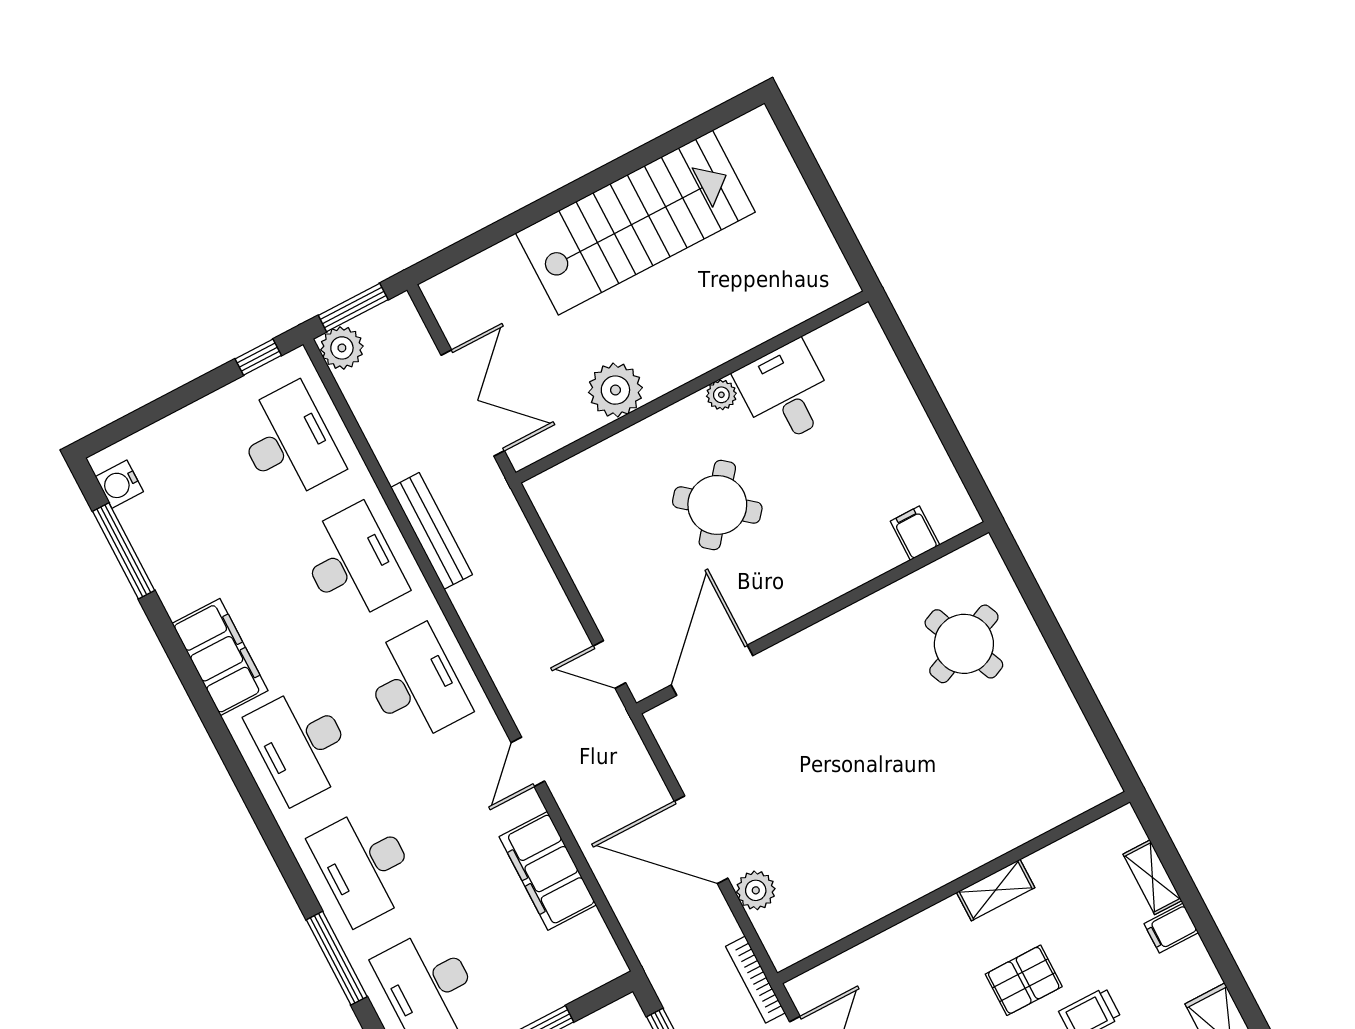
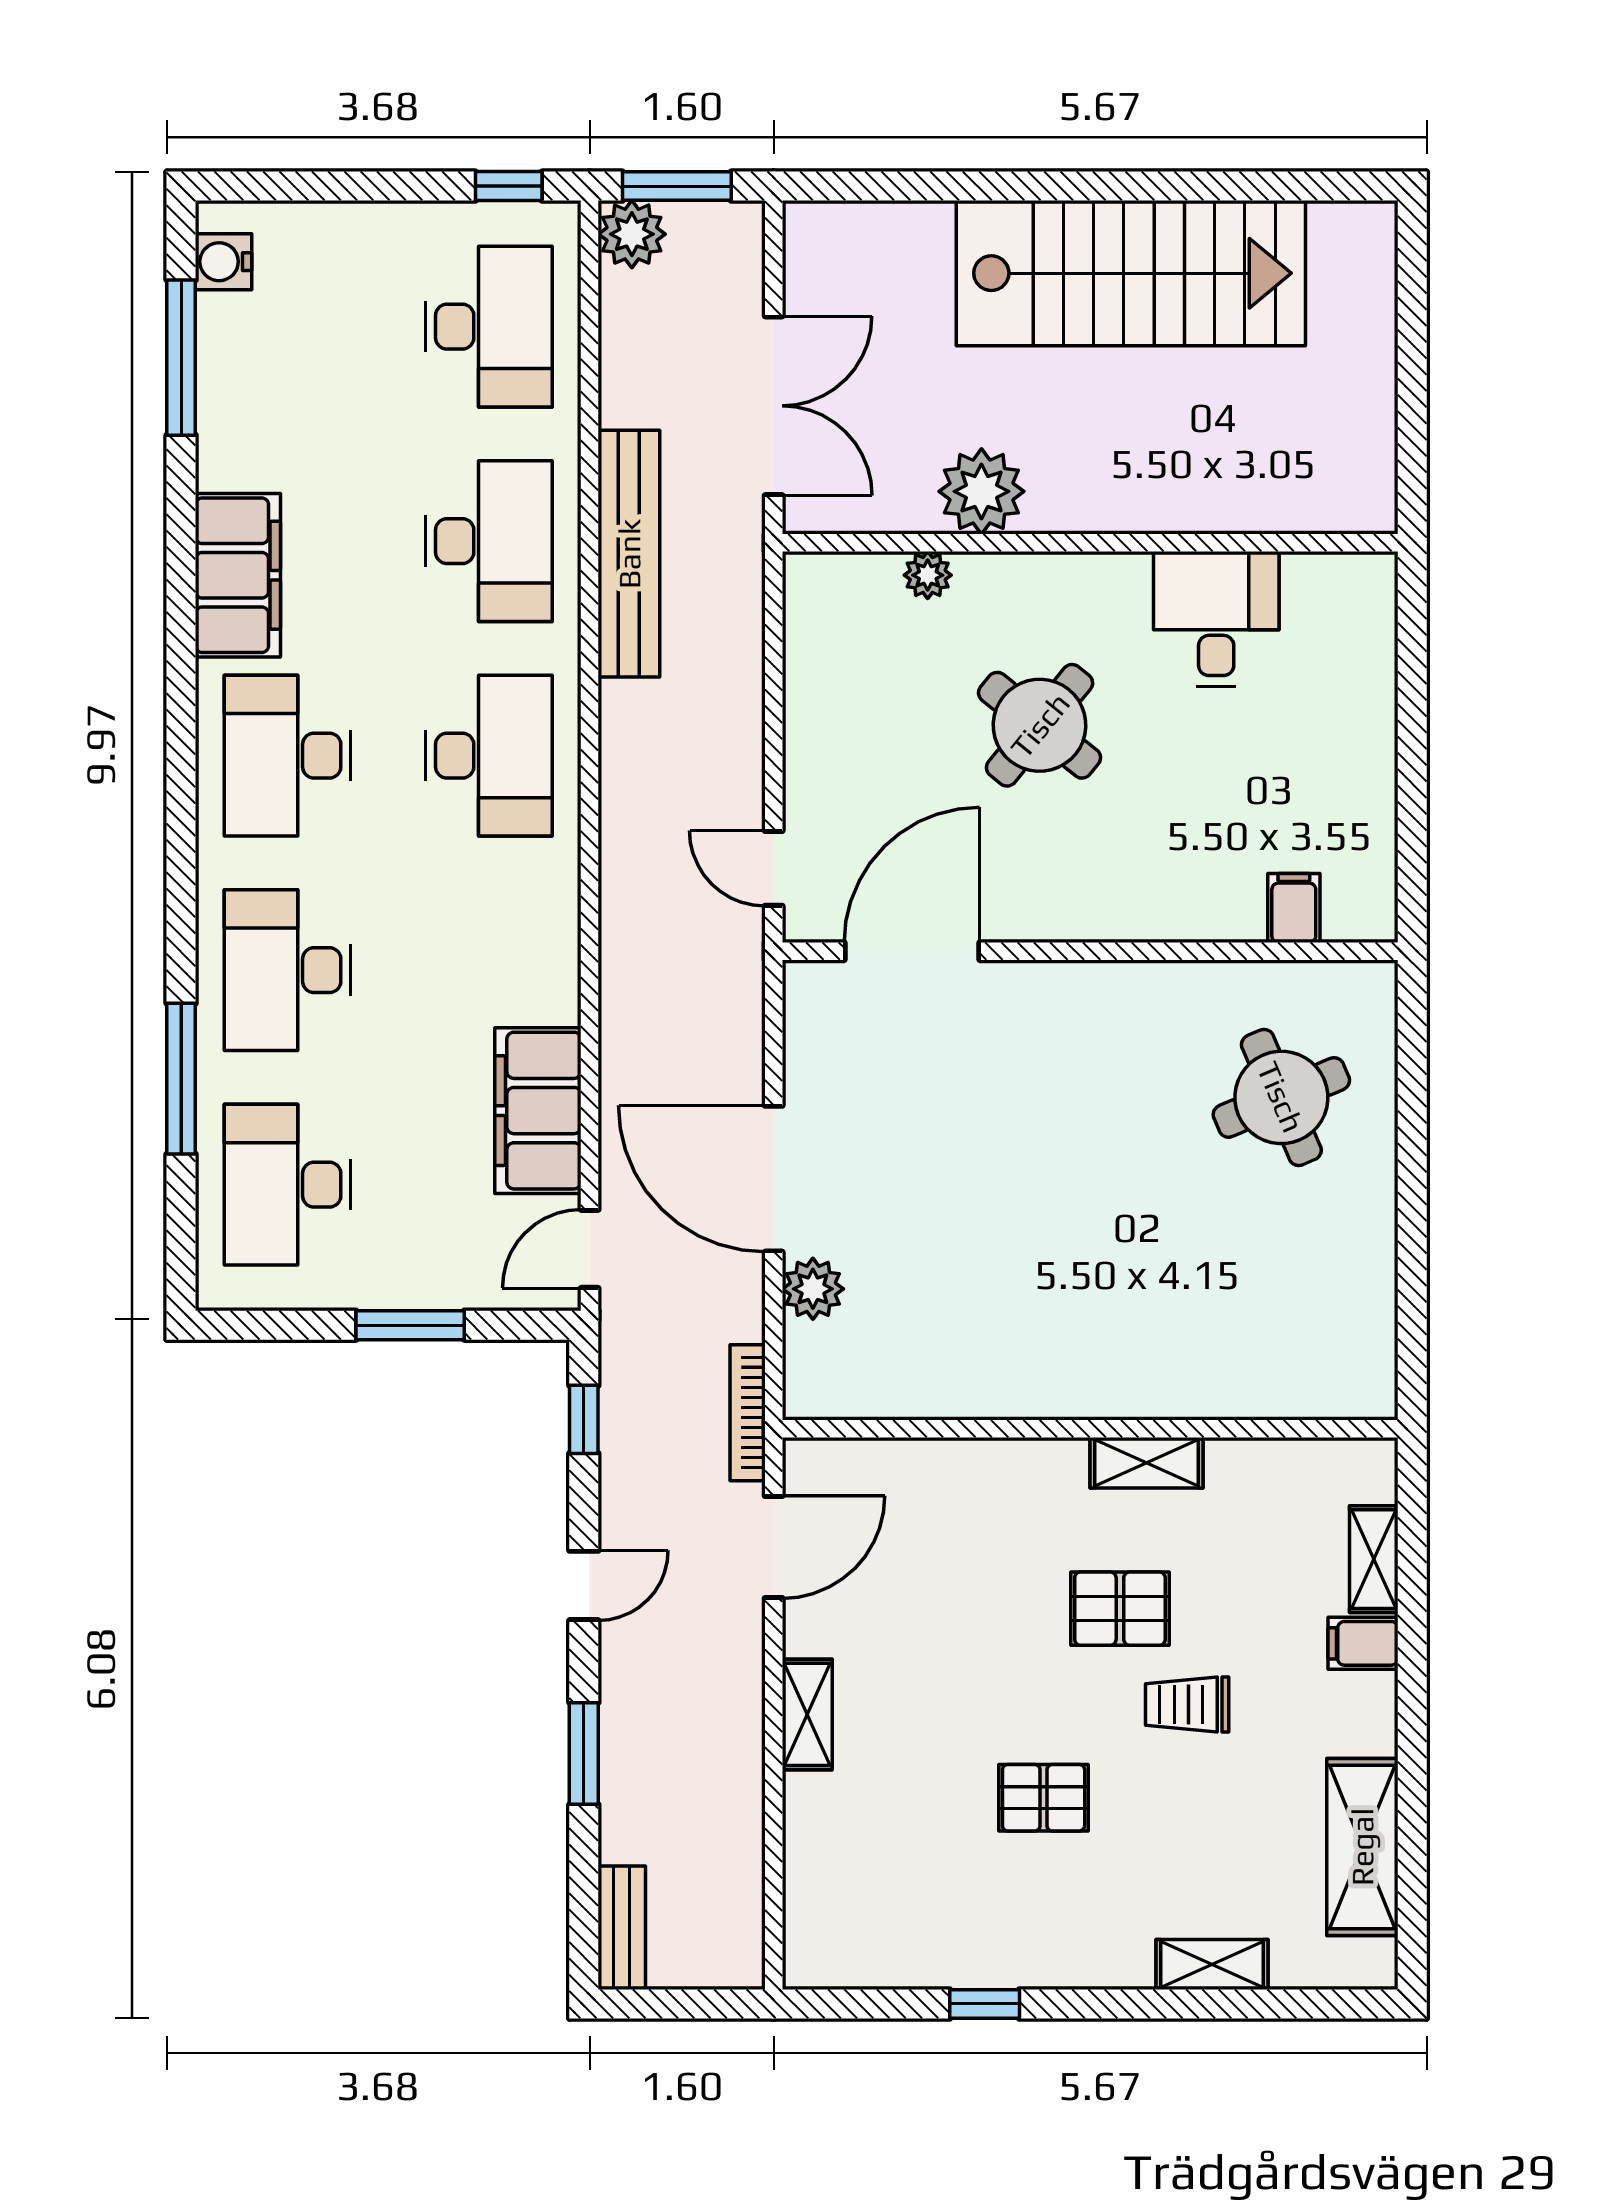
plant: (721, 395) -> (928, 575), moved
bench: (432, 531) -> (629, 554), width x1.37, depth x1.21
door: (528, 762) -> (590, 1249), moved

